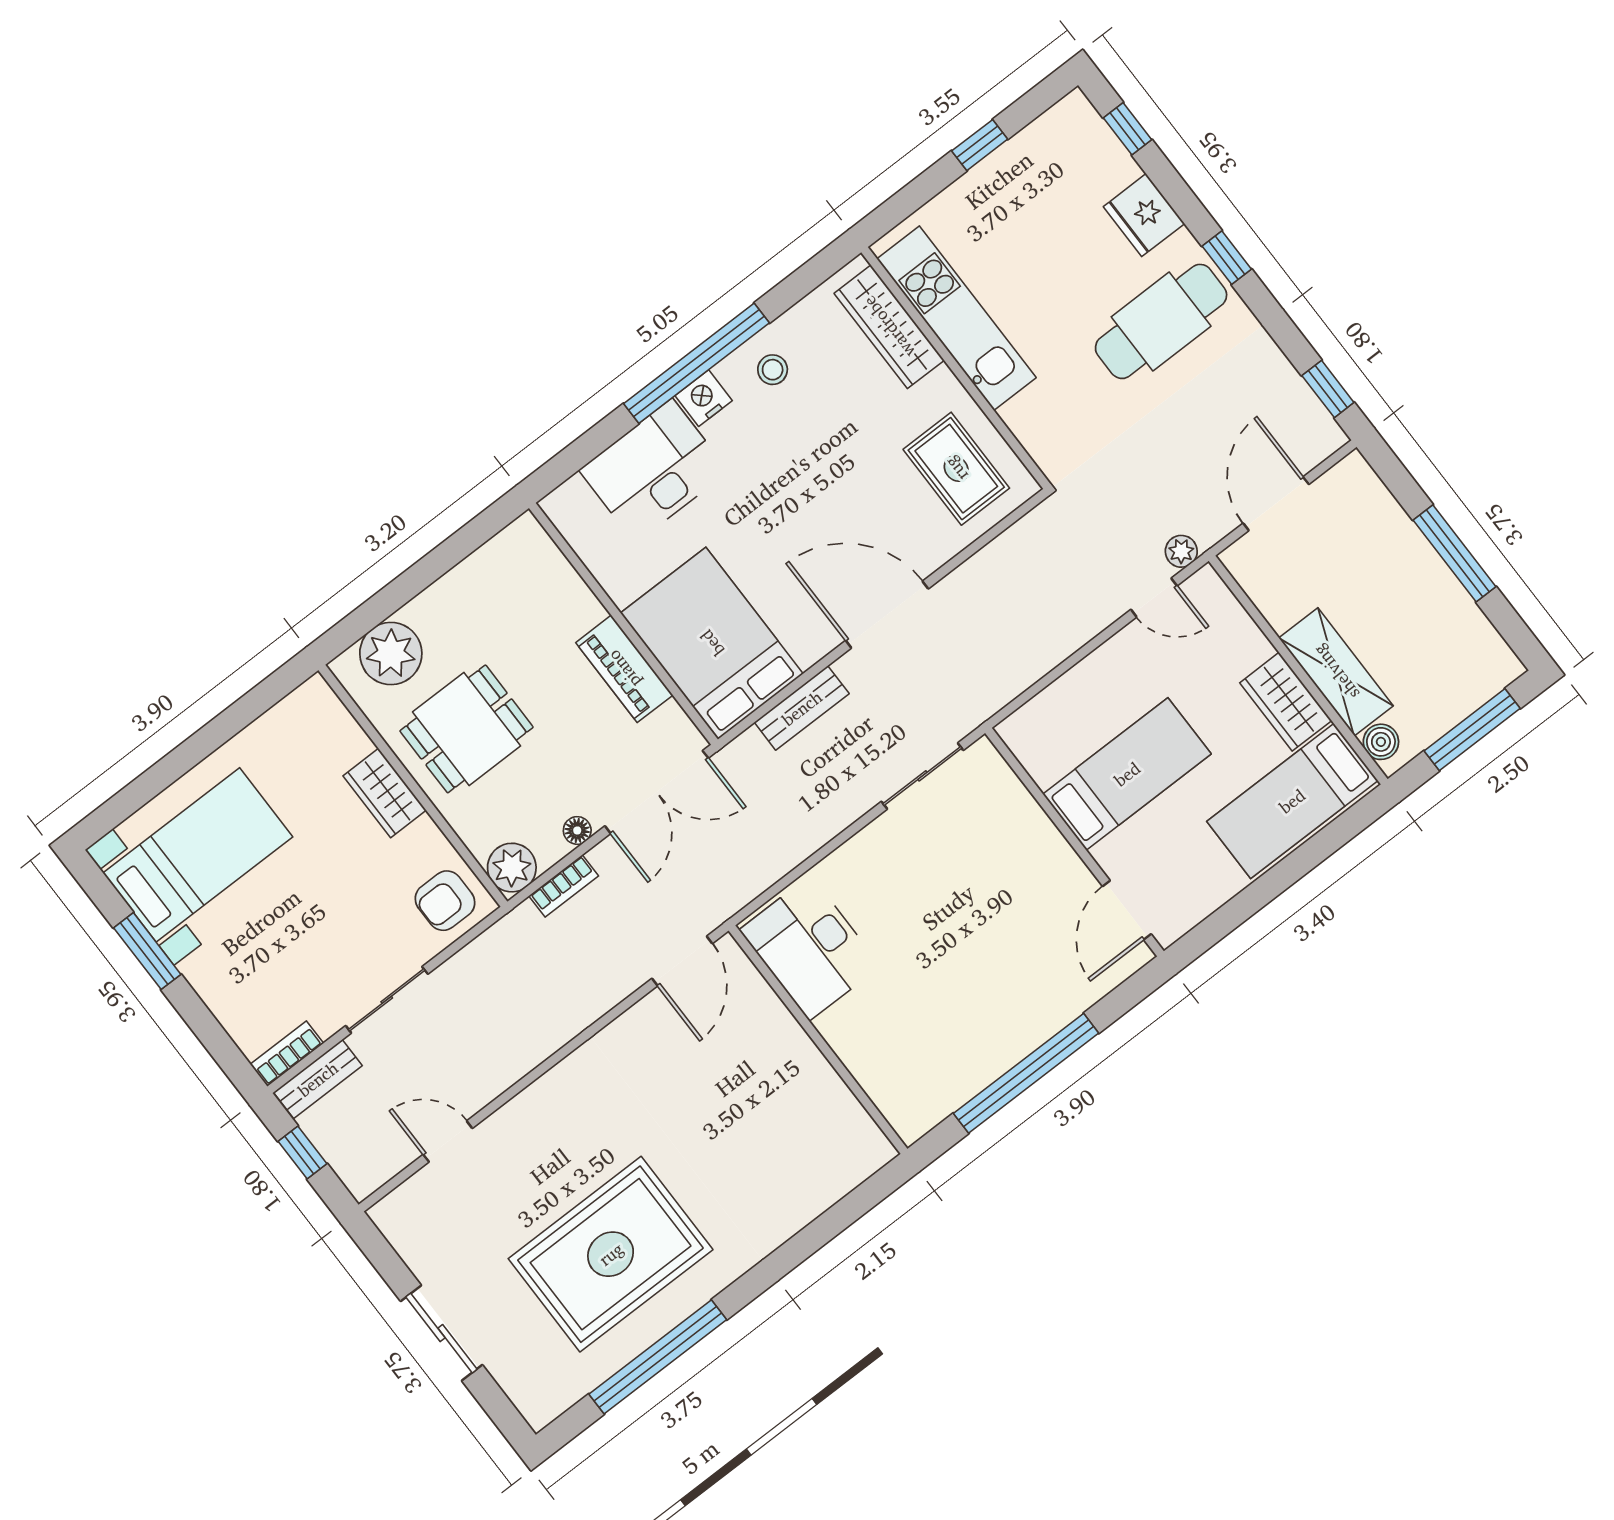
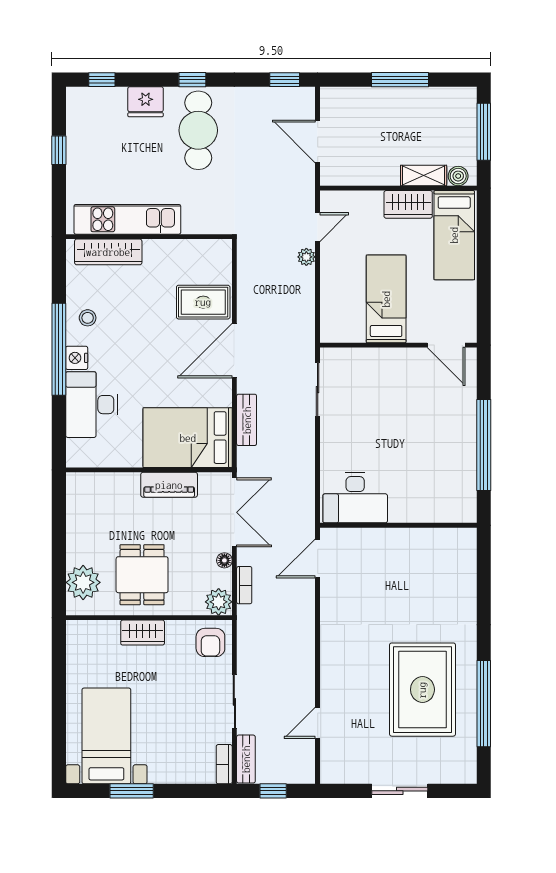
rug: (956, 469) -> (203, 302), moved
plant: (1181, 551) -> (306, 257), moved
shelving: (1336, 672) -> (424, 176), width x0.67, depth x0.75
door: (682, 961) -> (318, 558), swing flipped

